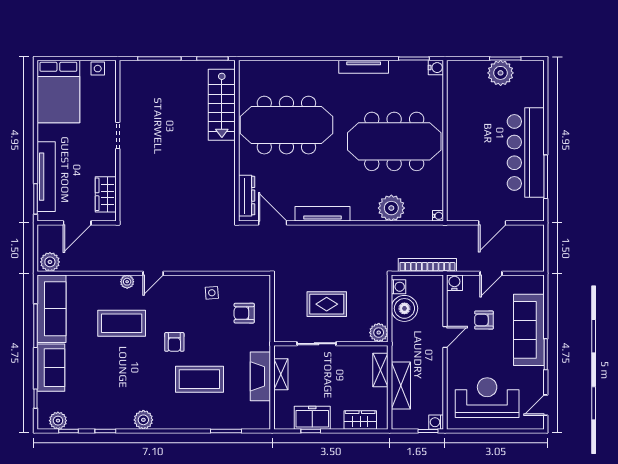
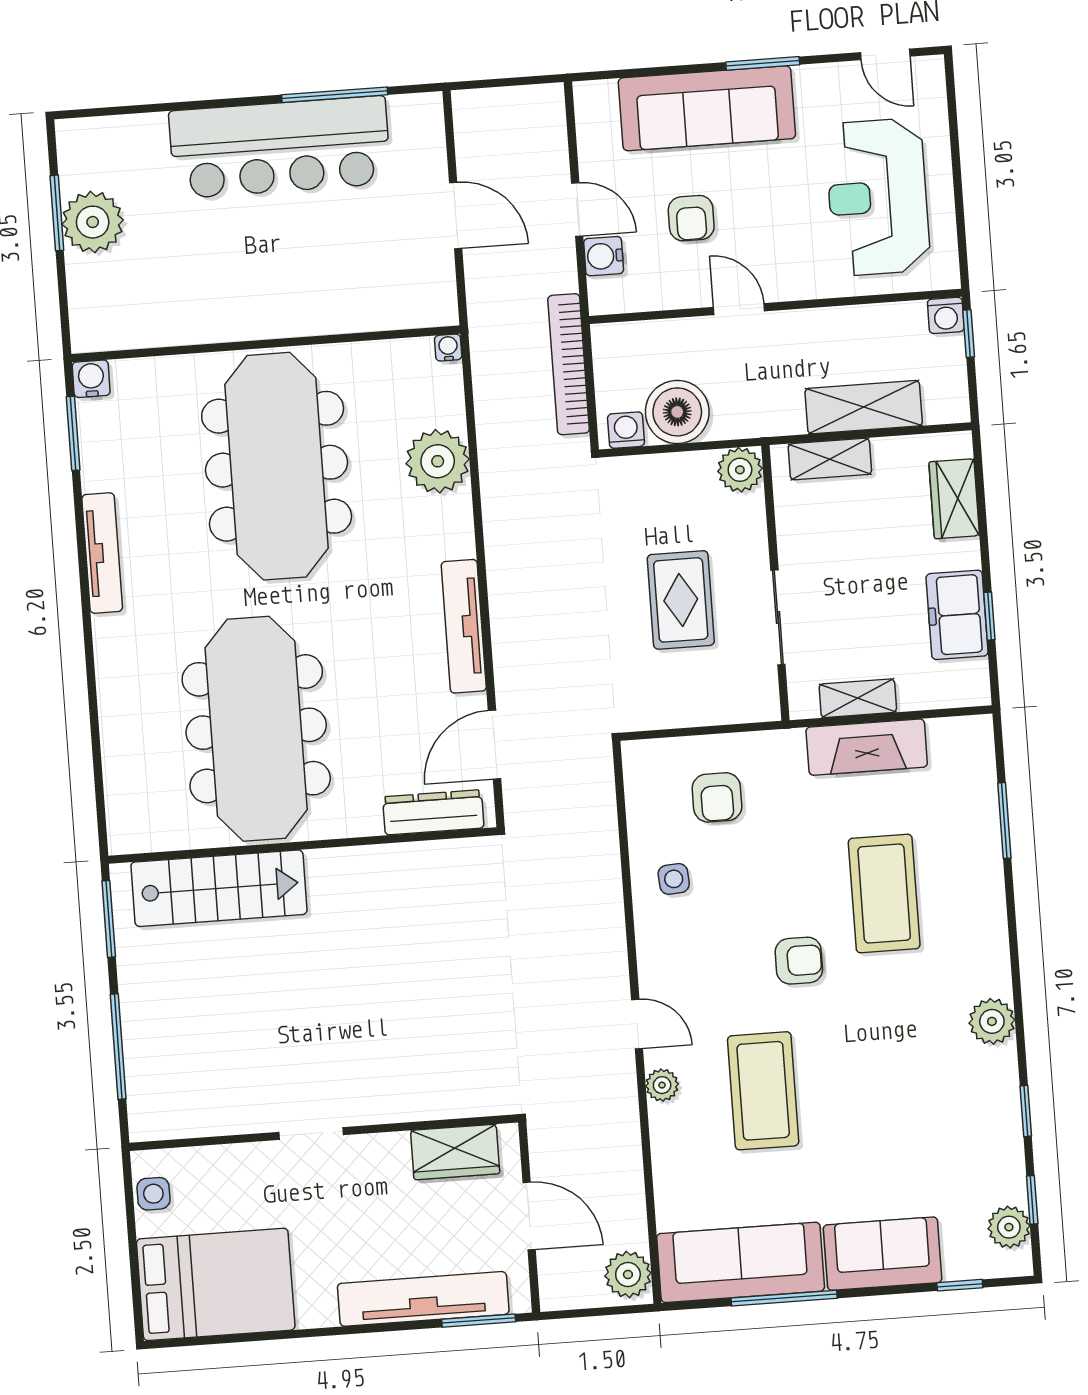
water cooler: (454, 283) -> (604, 256), moved

